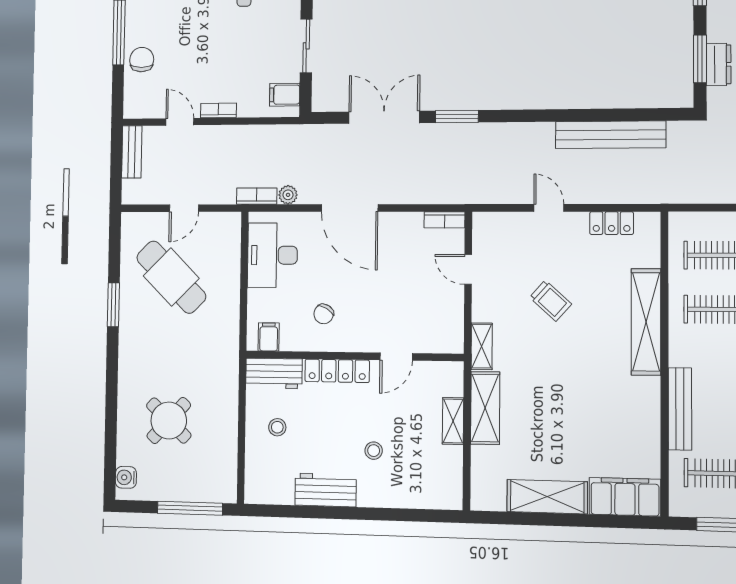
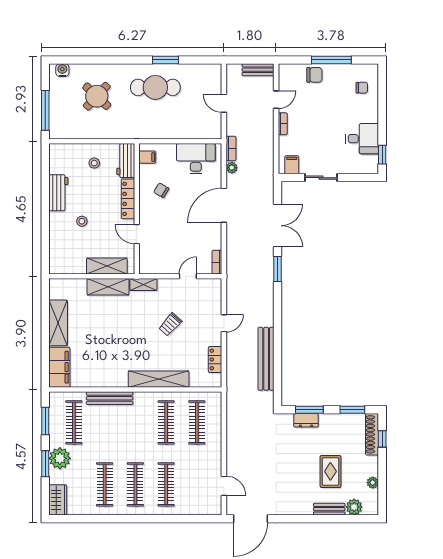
cafe table: (171, 277) -> (155, 87), moved, turned 45
shelving: (453, 421) -> (107, 266), width x1.50, depth x1.33

